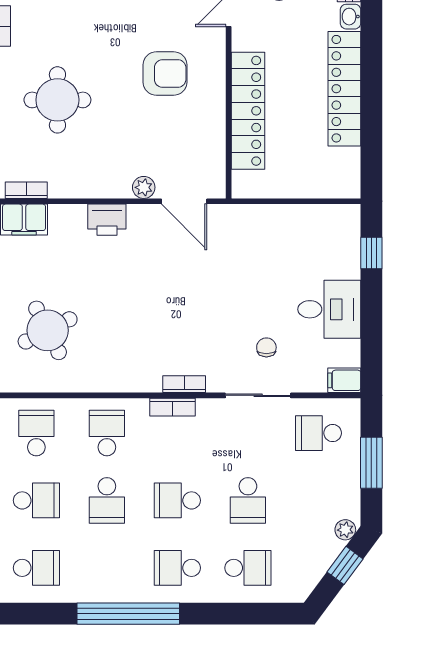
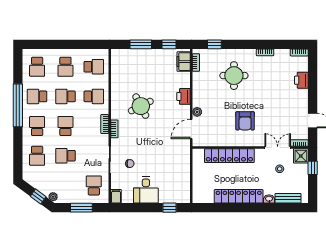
round table: (48, 330) -> (141, 106), moved
school desk: (107, 568) -> (37, 96), added

